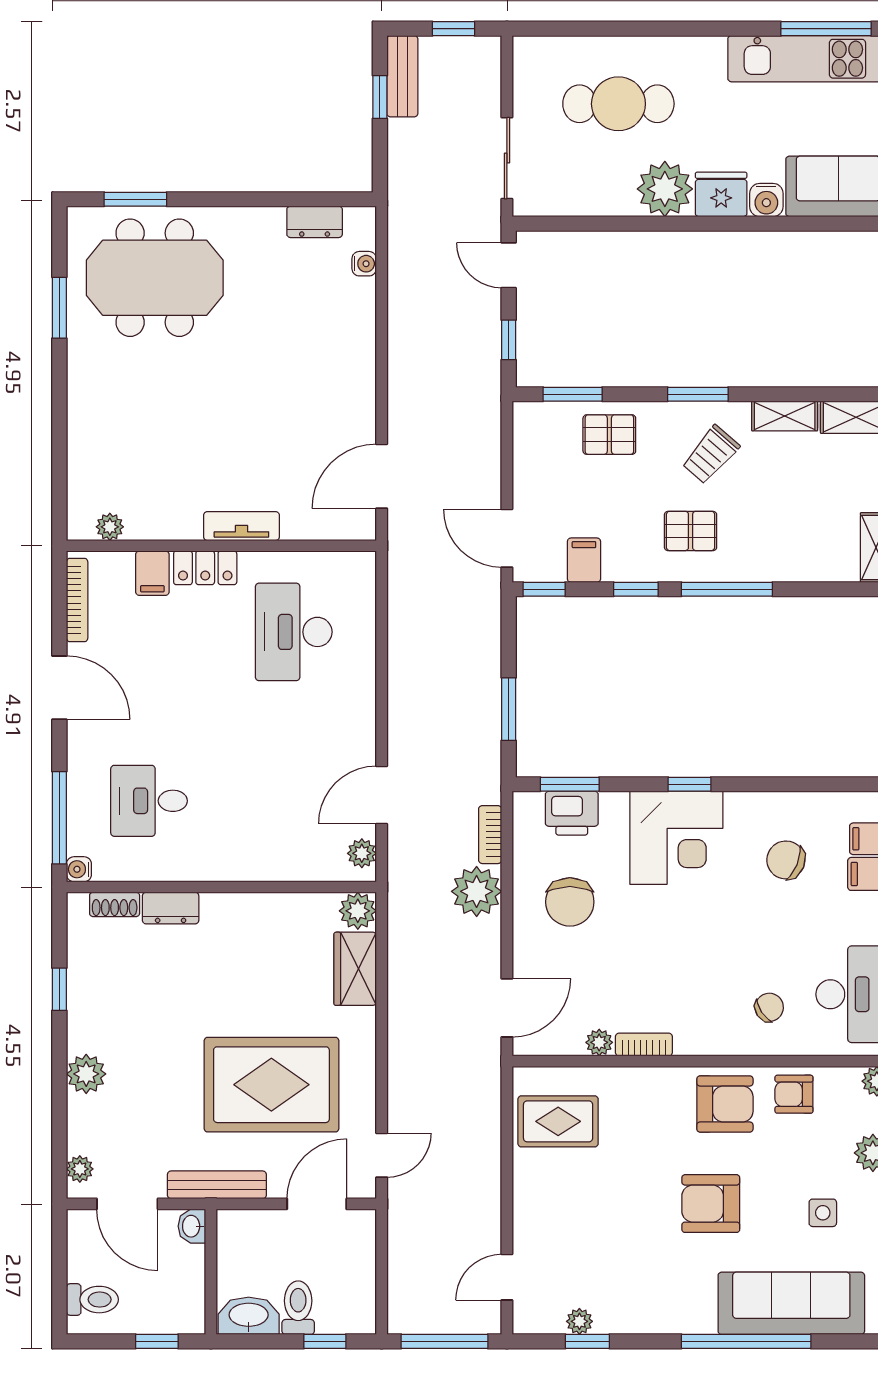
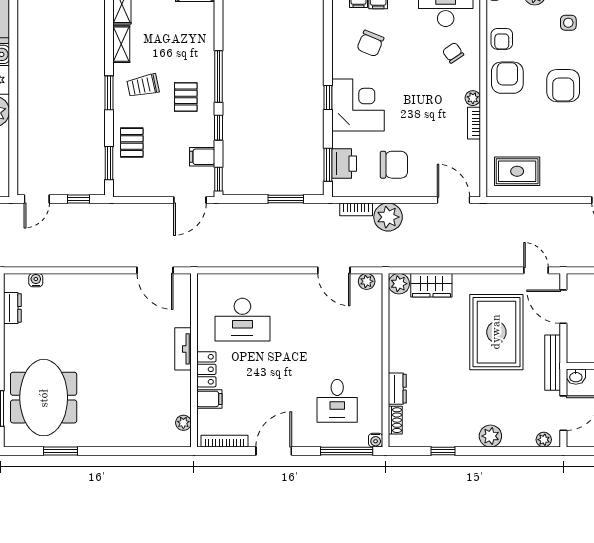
trolley: (711, 455) -> (143, 86), turned 127
plant: (599, 1042) -> (473, 98), moved
rug: (558, 1121) -> (517, 171), turned 90

